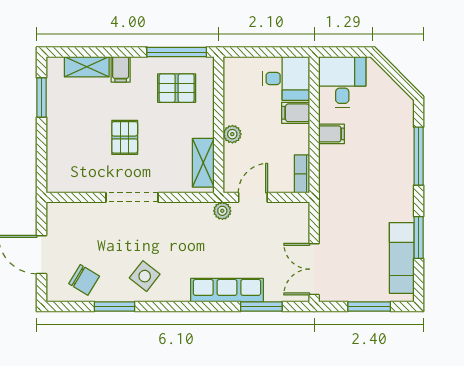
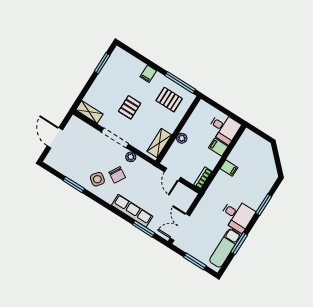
shelving: (87, 67) -> (89, 112), moved
desk: (342, 82) -> (237, 215), moved, turned 90
window: (419, 156) -> (264, 205), width x0.69
door: (253, 197) -> (172, 175), swing flipped
plant: (222, 211) -> (131, 157), moved
chair: (84, 280) -> (117, 175), moved

